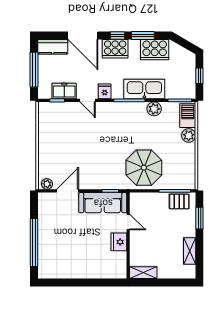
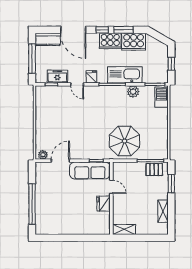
cooker: (115, 49) -> (110, 41), moved
plant: (189, 136) -> (162, 114), removed

